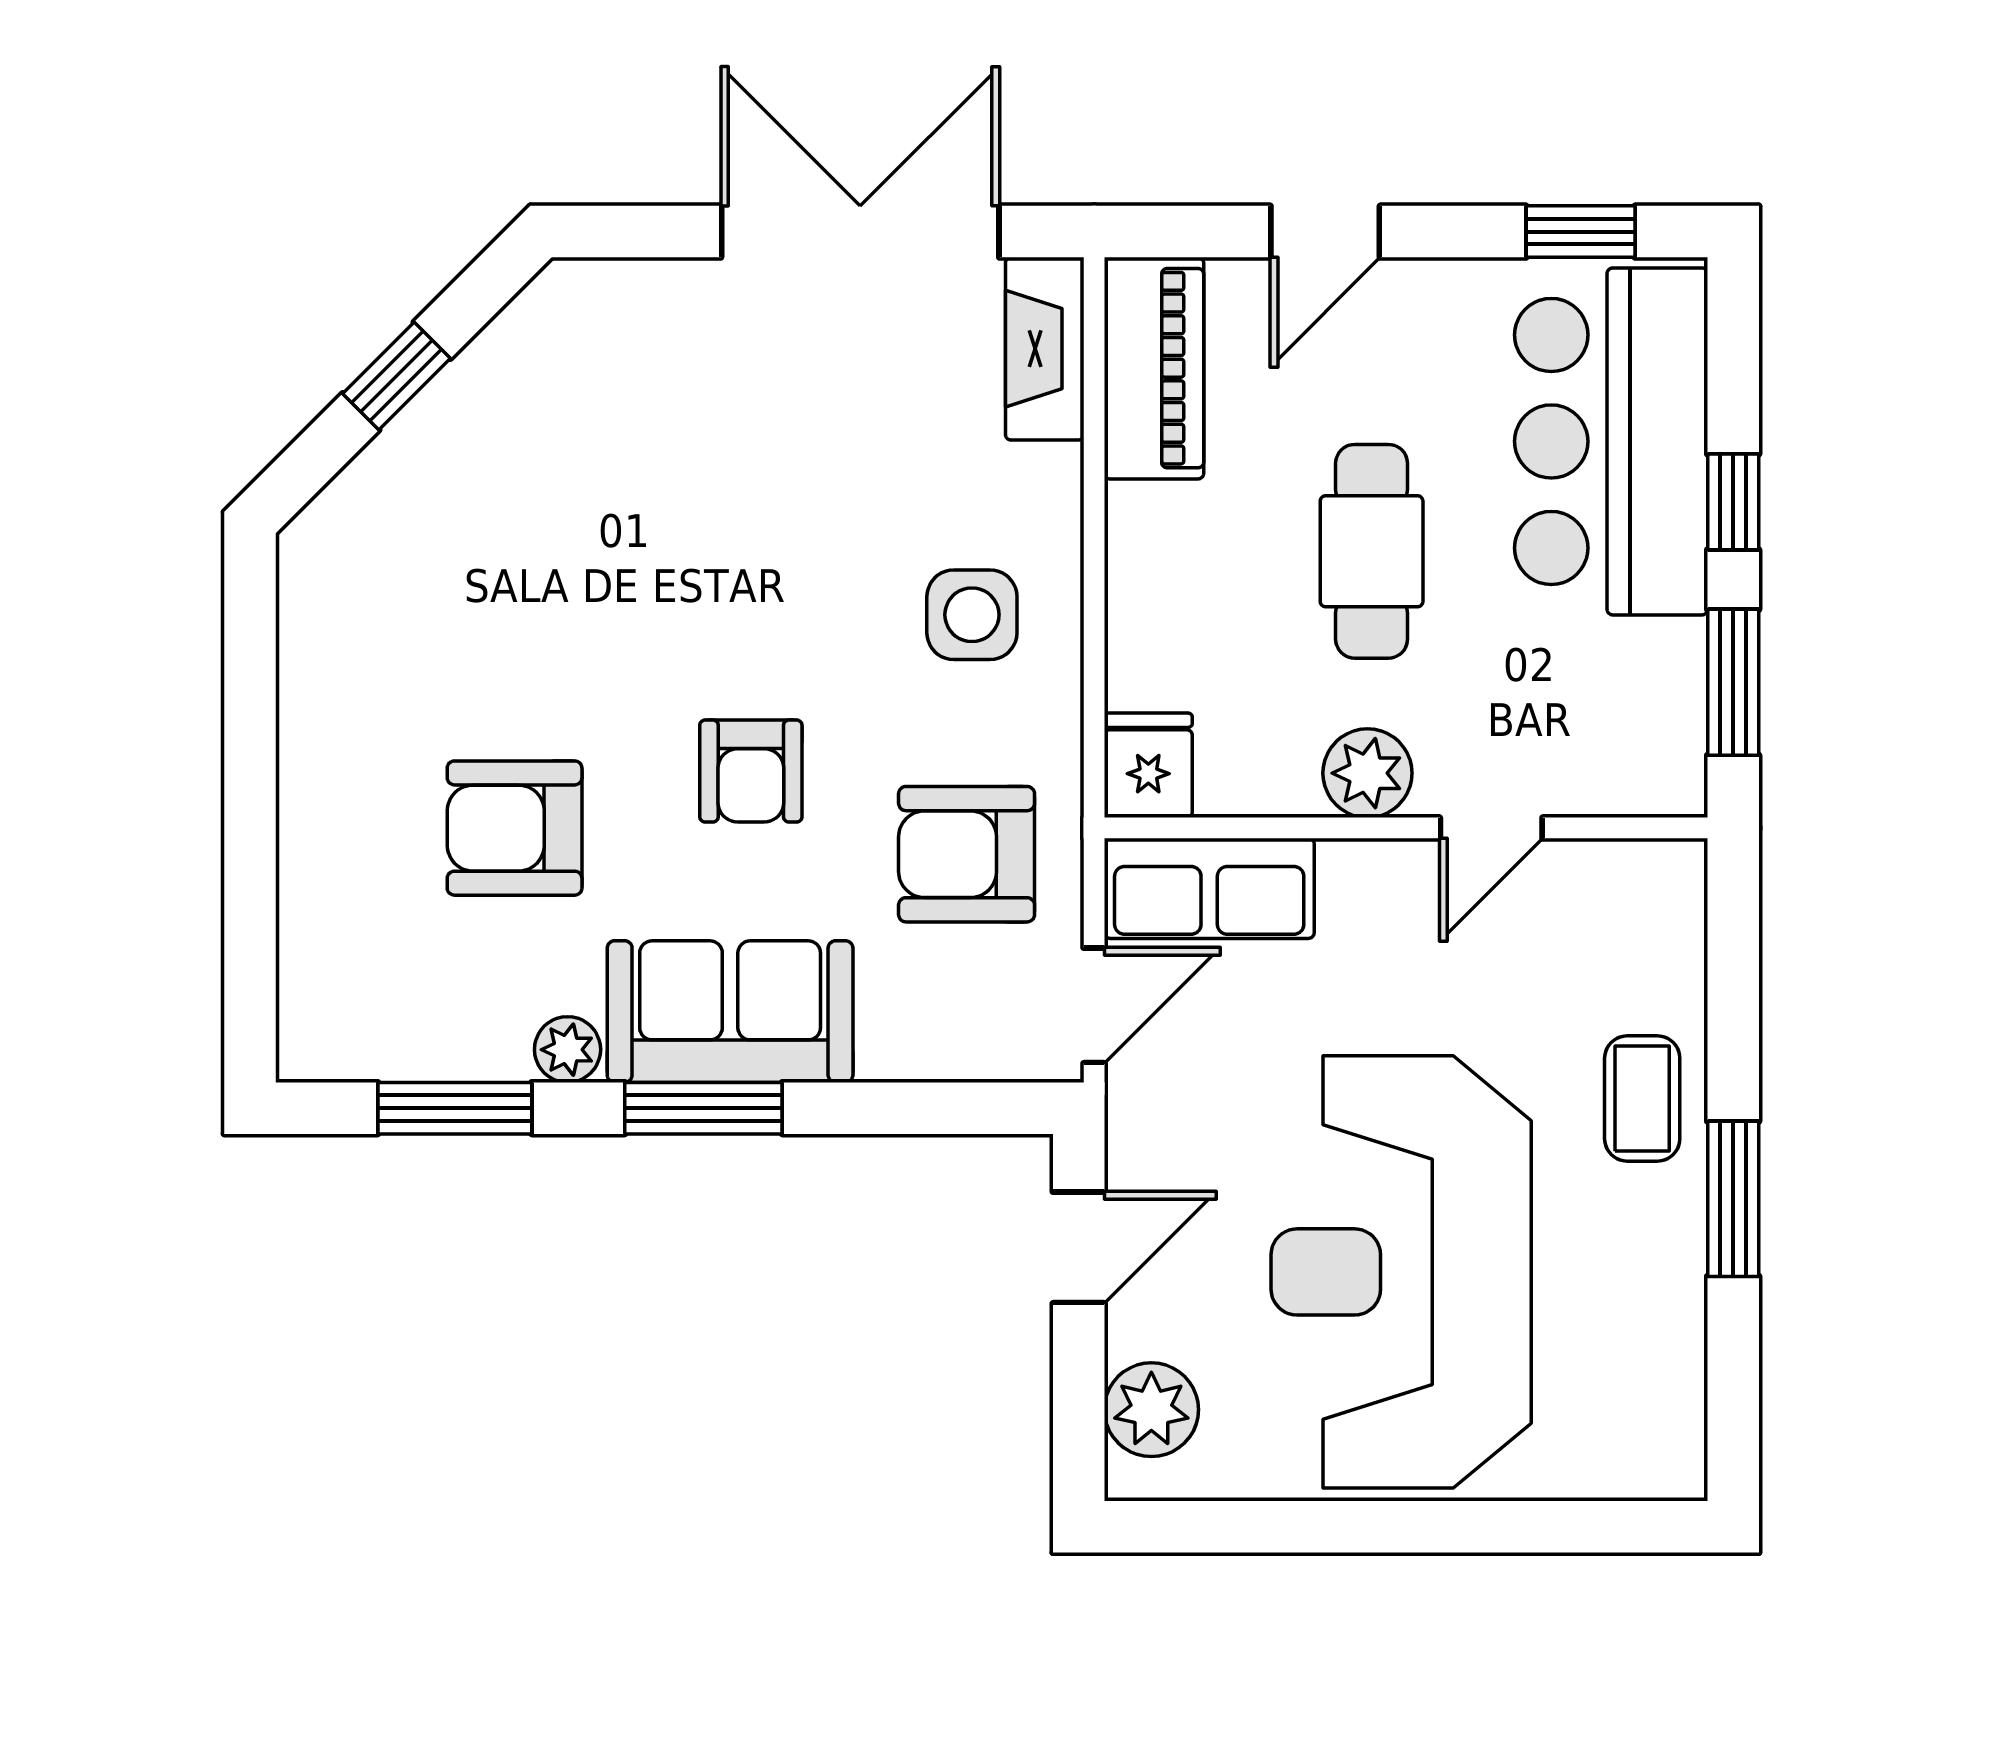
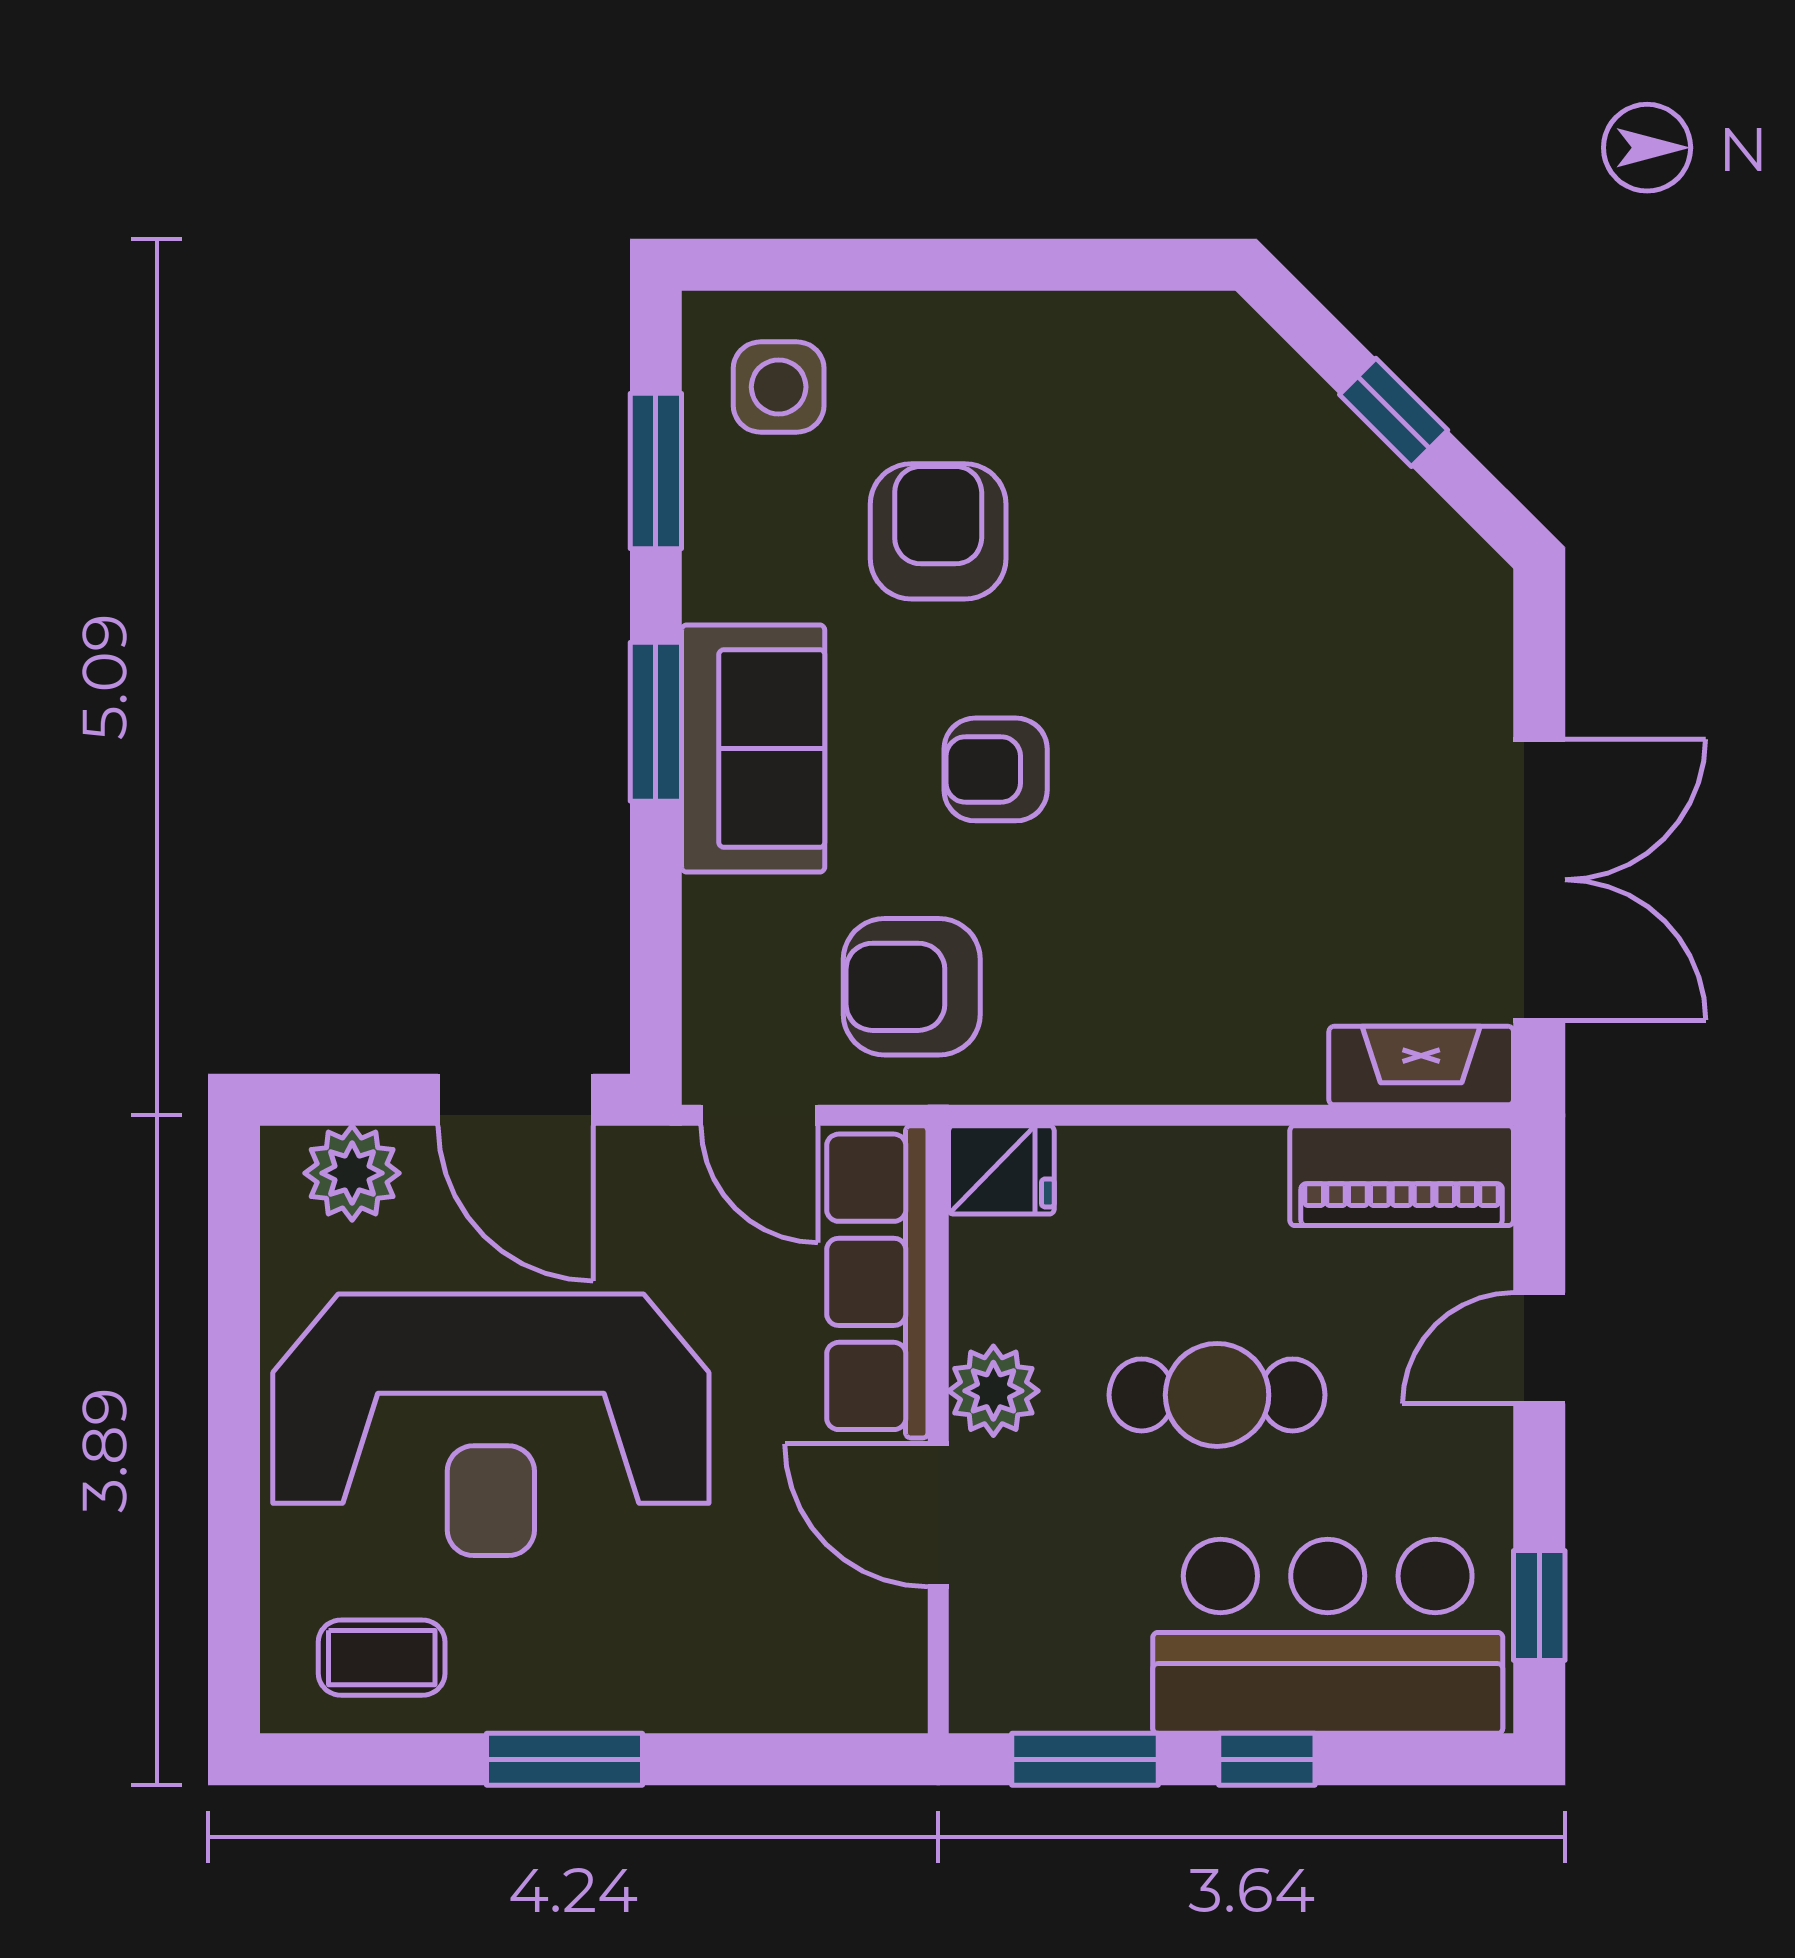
door: (1325, 232) -> (1539, 1348), hinge flipped
side table: (972, 615) -> (779, 387), moved
door: (1491, 828) -> (938, 1515), width x1.38
armchair: (967, 854) -> (912, 987), turned -90
row of seats: (1209, 888) -> (877, 1282), width x1.48
plant: (568, 1050) -> (715, 585), removed
coffee table: (1642, 1098) -> (382, 1658), moved
door: (1079, 1247) -> (516, 1100), width x1.38
reception desk: (1401, 1272) -> (491, 1425), turned 180

